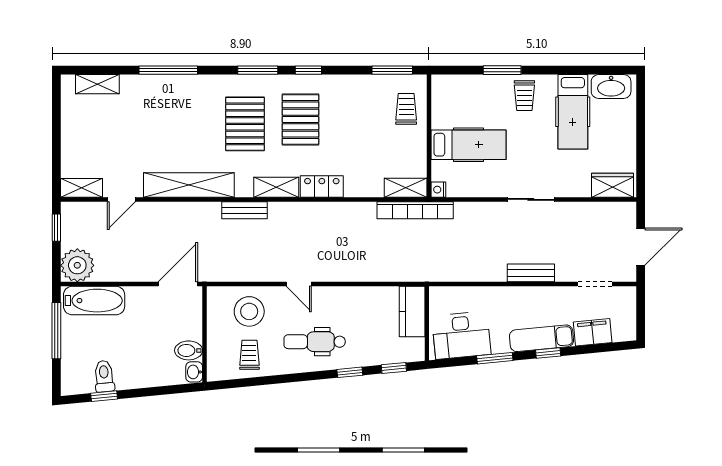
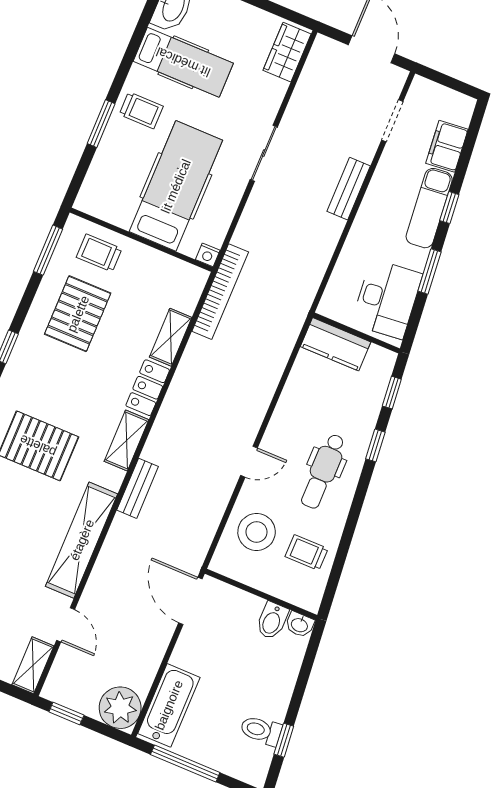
pallet: (300, 119) -> (78, 314), moved, turned 90
hospital bed: (469, 145) -> (176, 186), width x1.37, depth x1.29
shelving: (406, 188) -> (171, 337), moved

